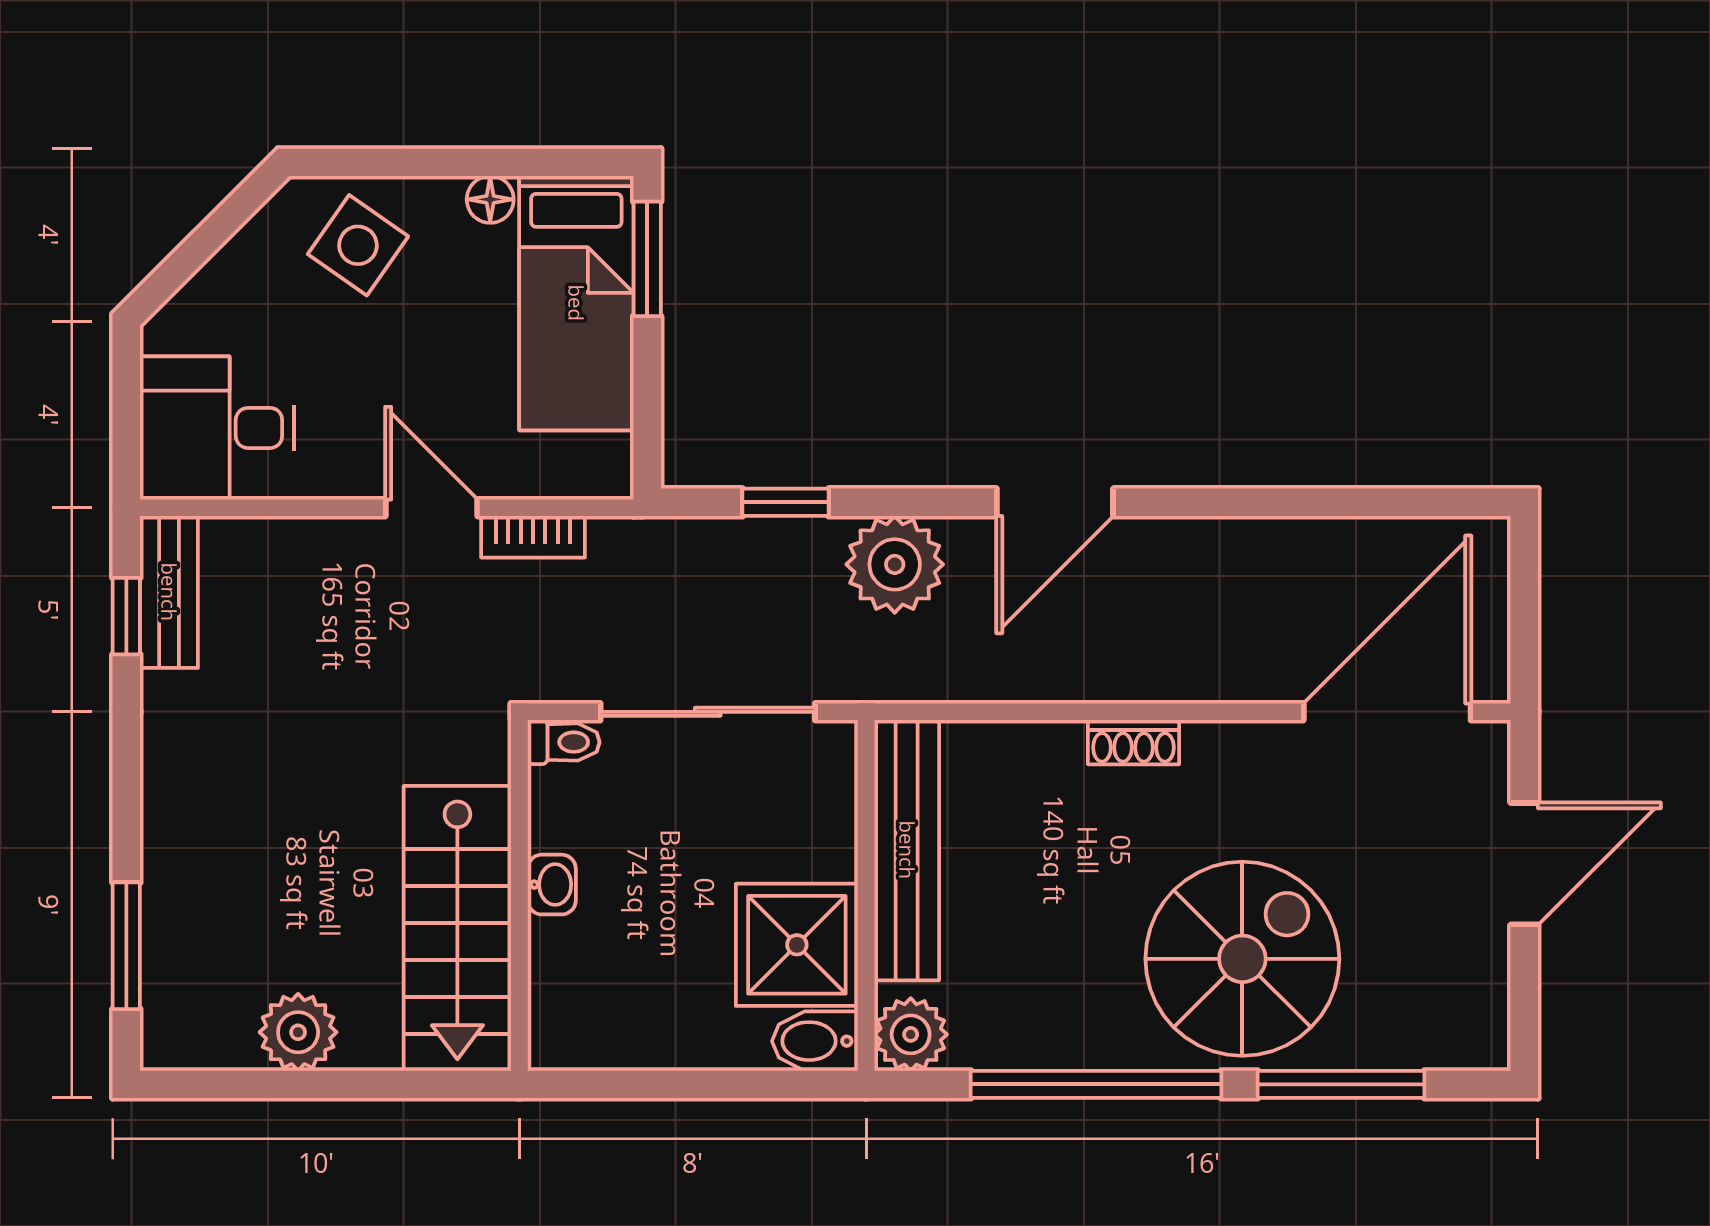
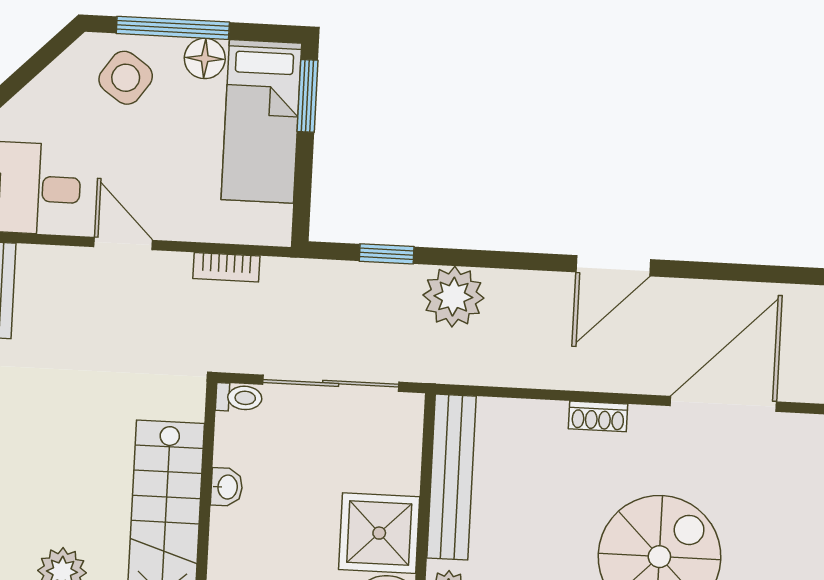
window: (428, 162) -> (173, 28), added
floor lamp: (490, 199) -> (205, 58), width x1.37, depth x1.37
door: (1055, 502) -> (613, 266), moved
door: (432, 508) -> (123, 244), moved
door: (1387, 712) -> (723, 404), moved

